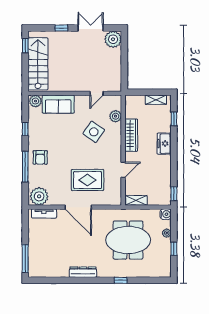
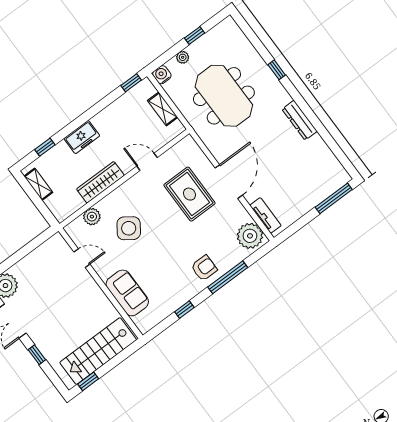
plant: (35, 101) -> (143, 322), removed
shelving: (136, 200) -> (163, 109), moved

